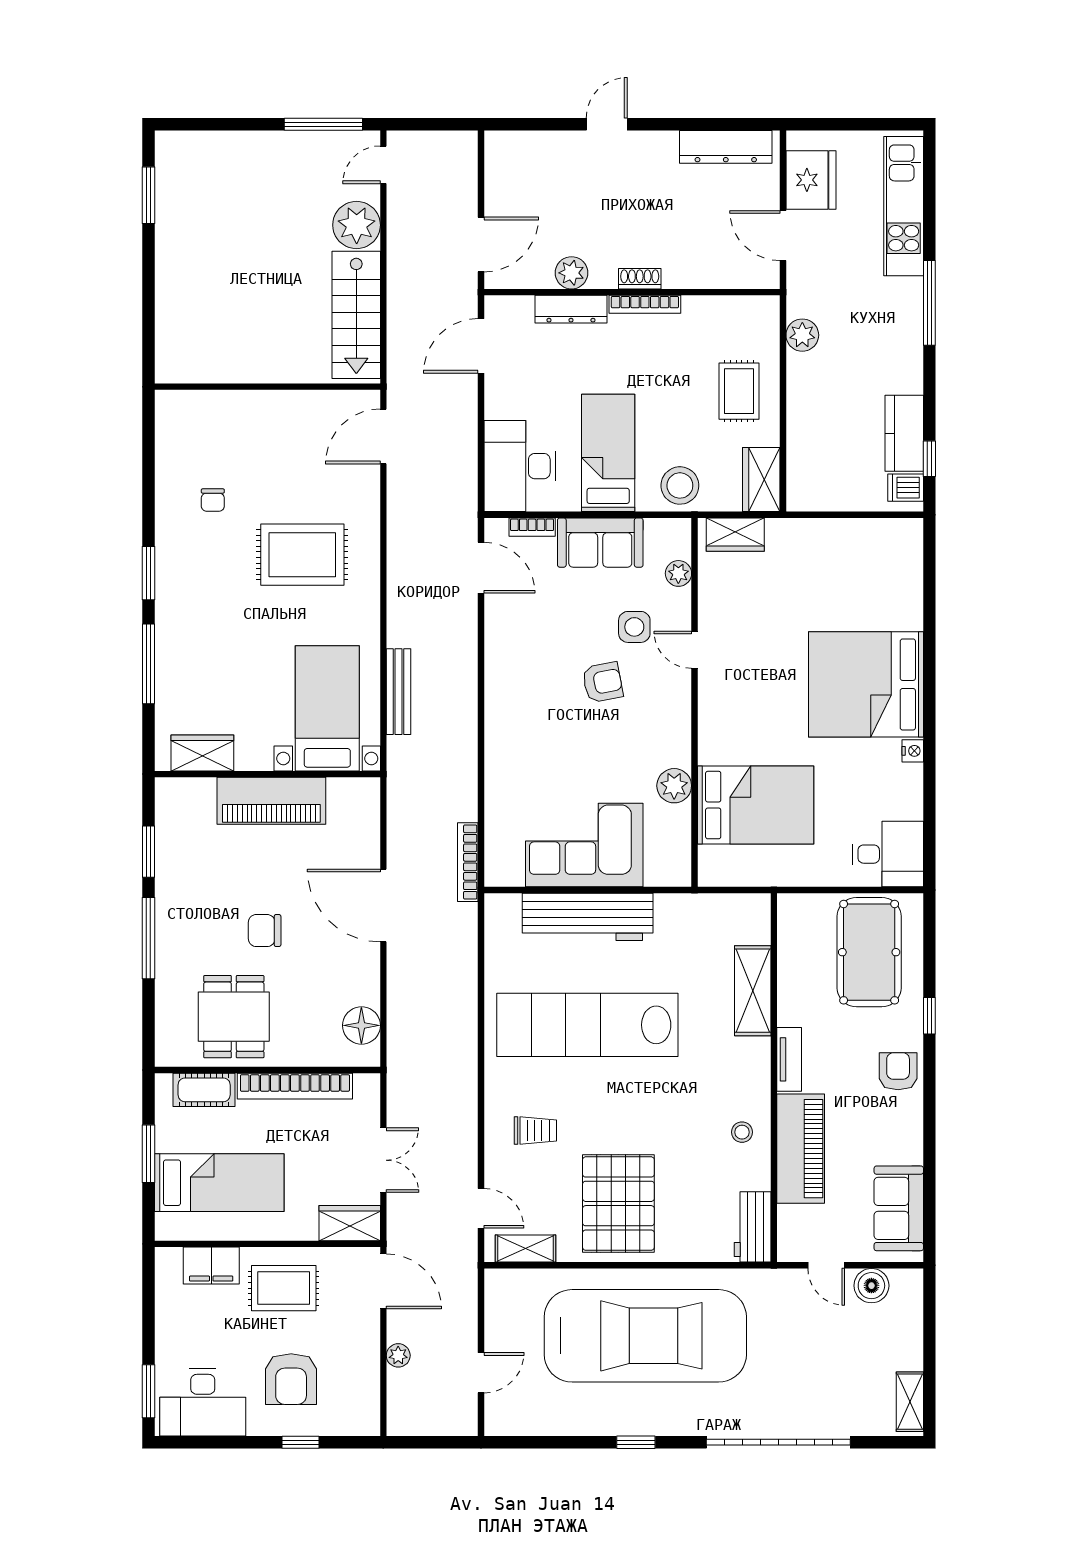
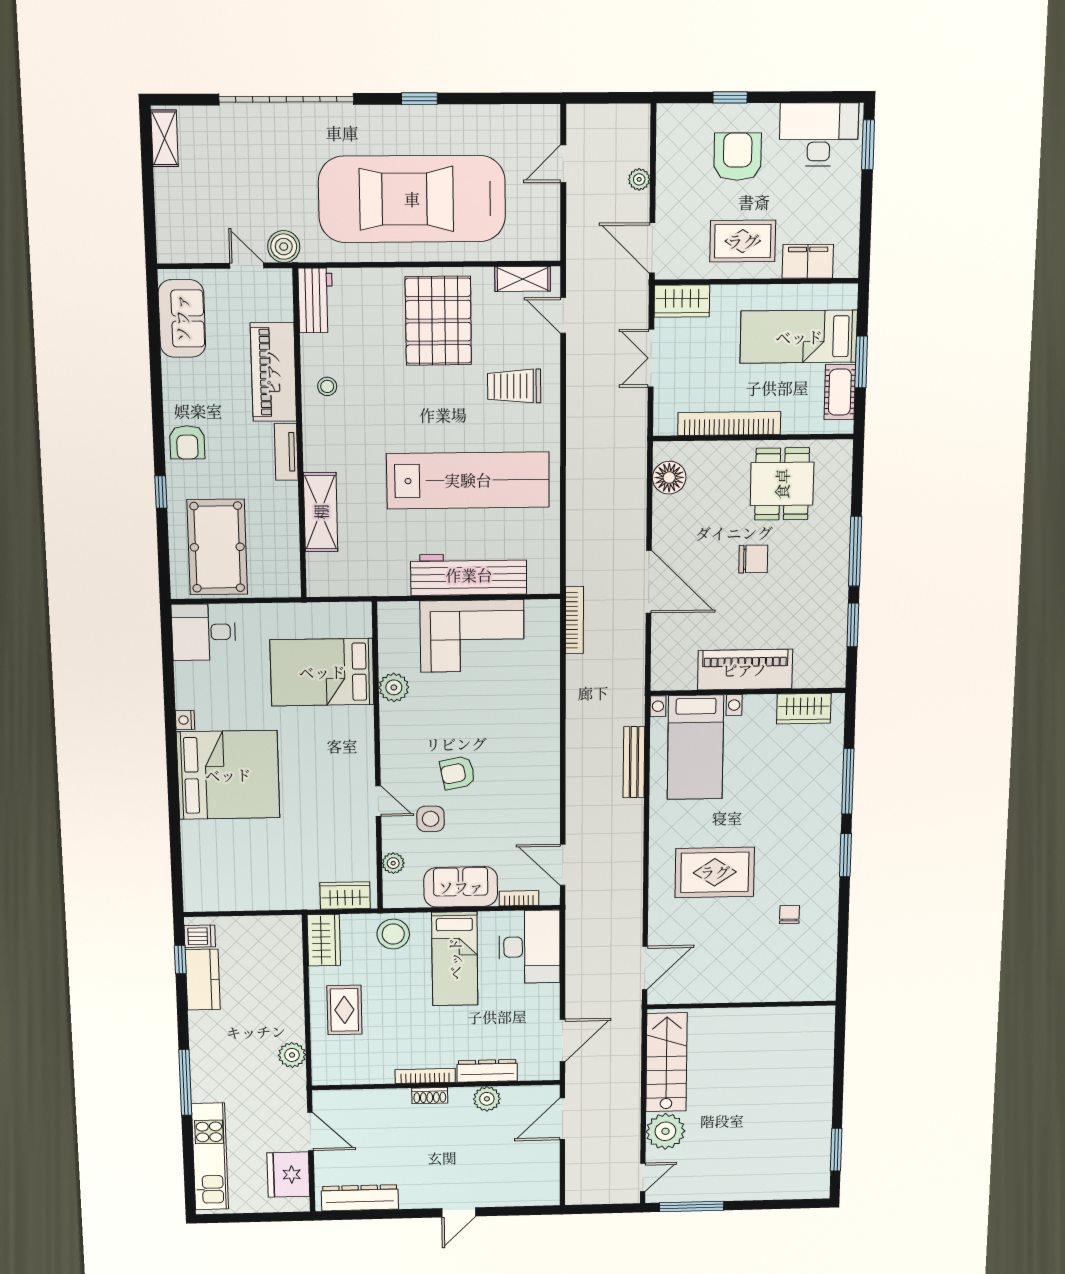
cot: (204, 1090) -> (840, 392), moved, turned 90
trolley: (535, 1130) -> (514, 386), width x1.36, depth x1.39
boiler: (871, 1286) -> (284, 247), moved

